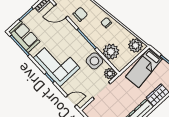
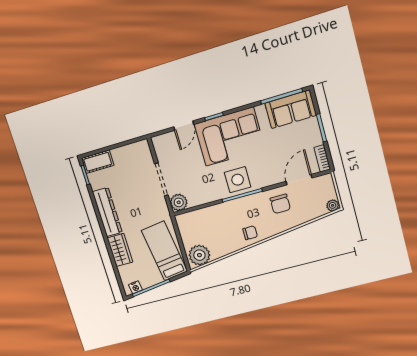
plant: (111, 52) -> (208, 219), removed
side table: (94, 61) -> (238, 180), moved
door: (71, 101) -> (184, 126), moved

